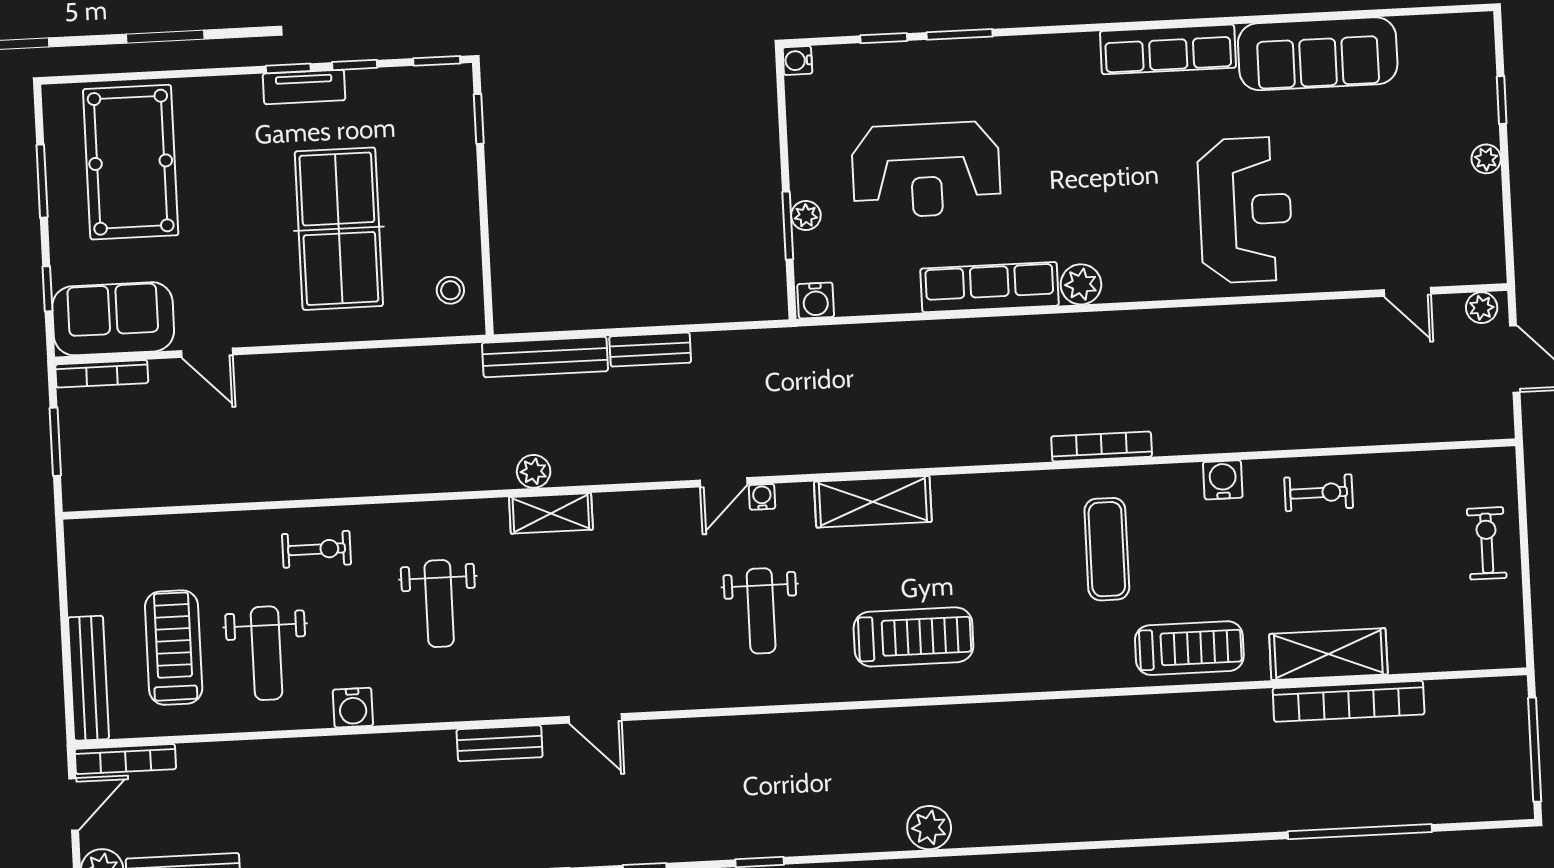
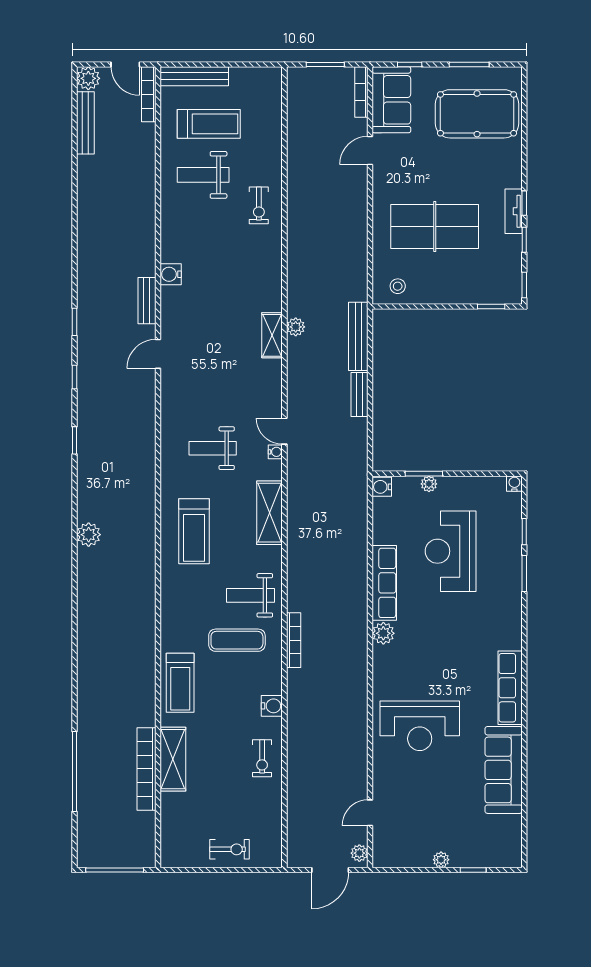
weight bench: (439, 604) -> (250, 595), moved
water cooler: (353, 708) -> (171, 274), moved

